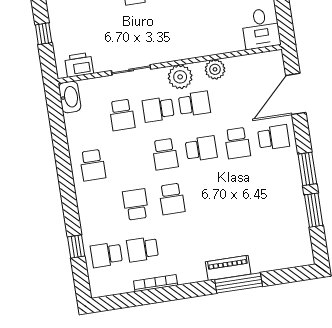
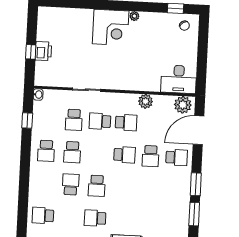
desk: (261, 29) -> (179, 79), width x1.37
printer: (79, 65) -> (43, 51), moved, turned 90
plant: (180, 77) -> (183, 105), moved
washbasin: (70, 97) -> (38, 95), width x0.52, depth x0.69
school desk: (165, 154) -> (72, 152), moved
window: (76, 246) -> (27, 121), moved
school desk: (143, 249) -> (95, 218), moved

